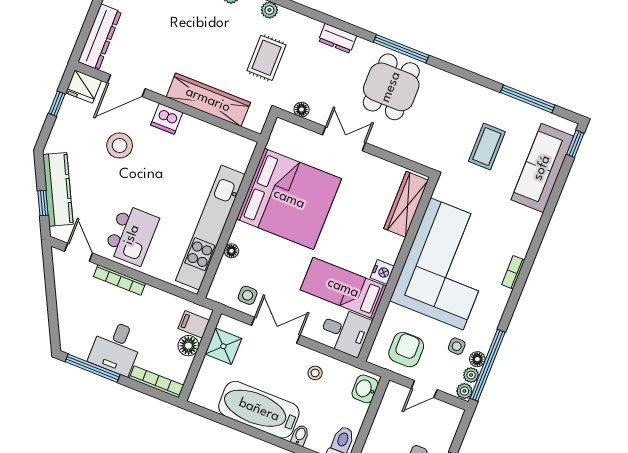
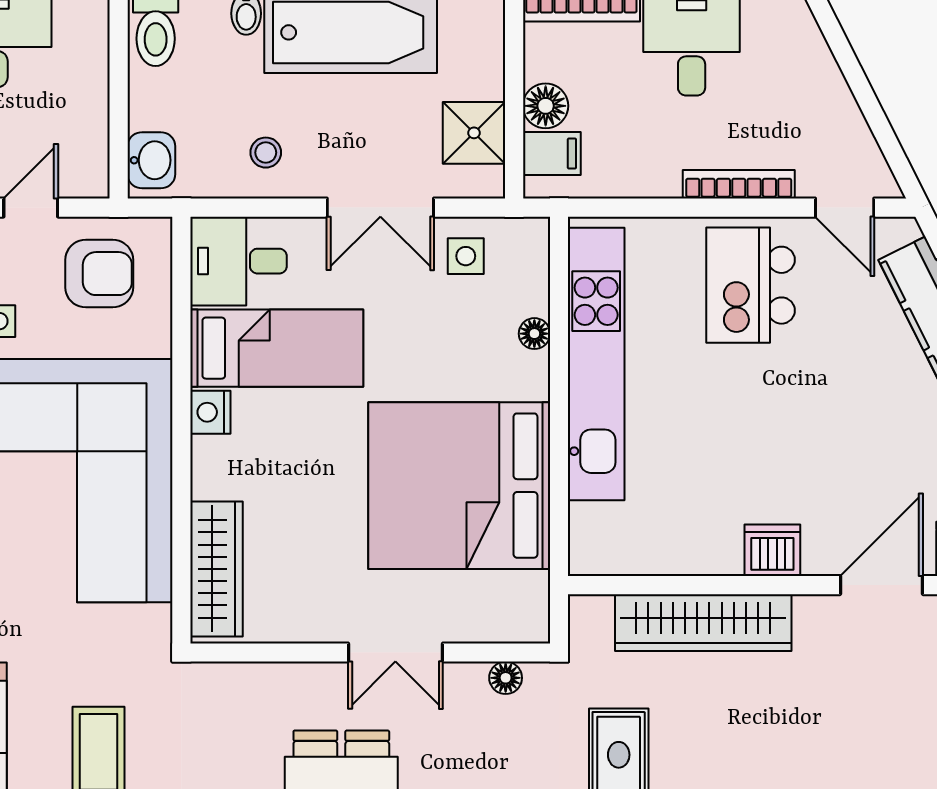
stool: (120, 146) -> (847, 458), removed
armchair: (406, 350) -> (99, 274), turned -90

